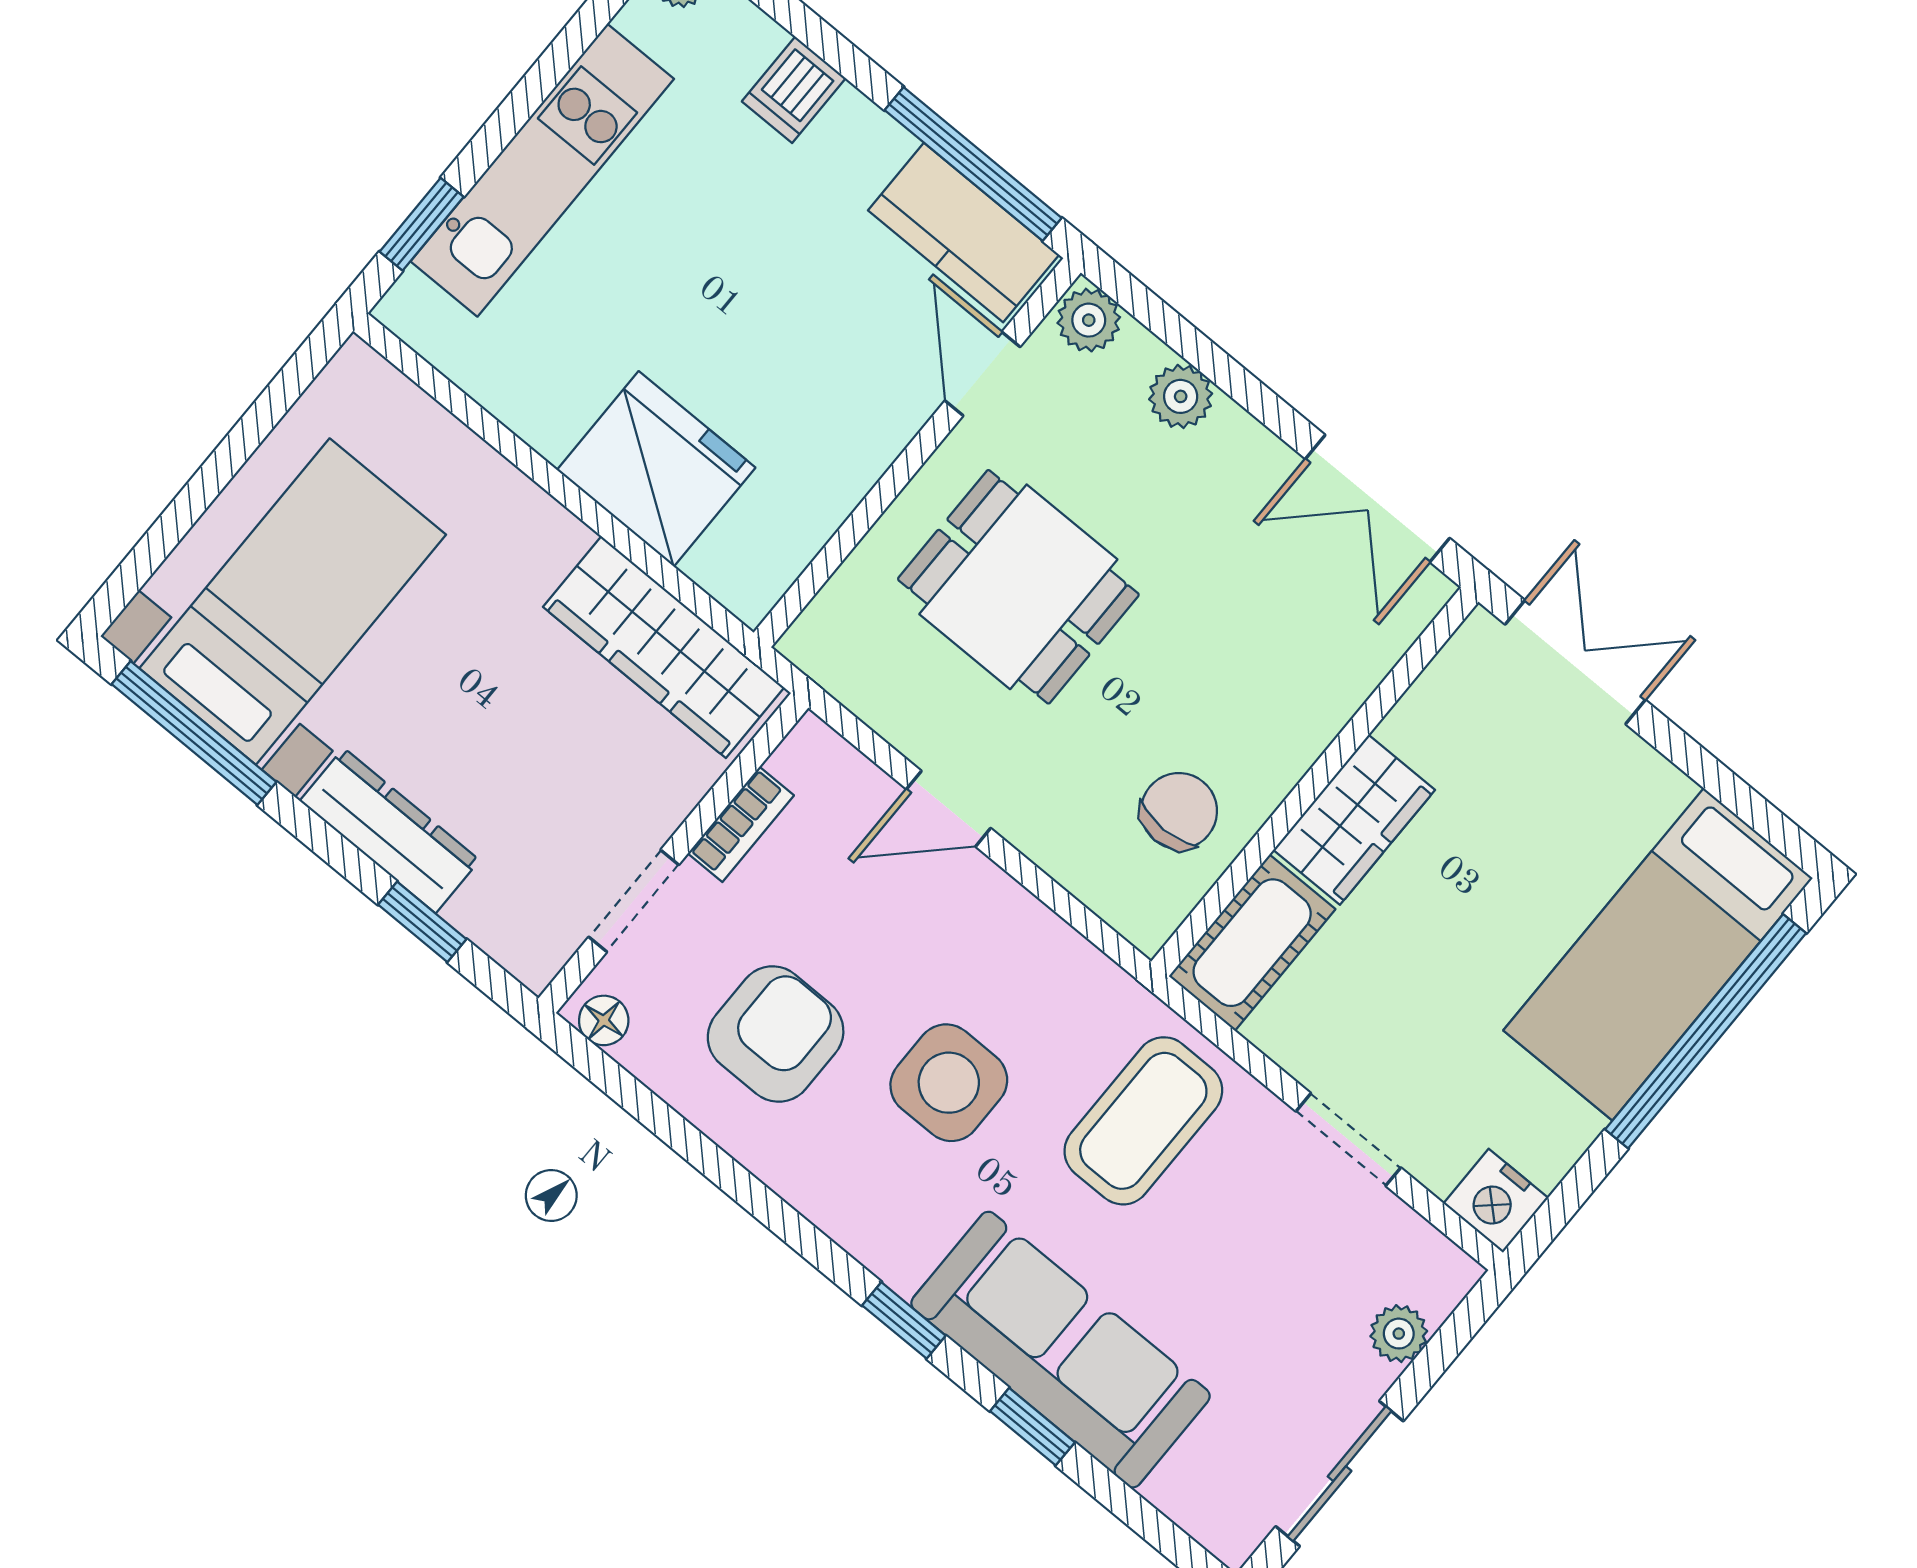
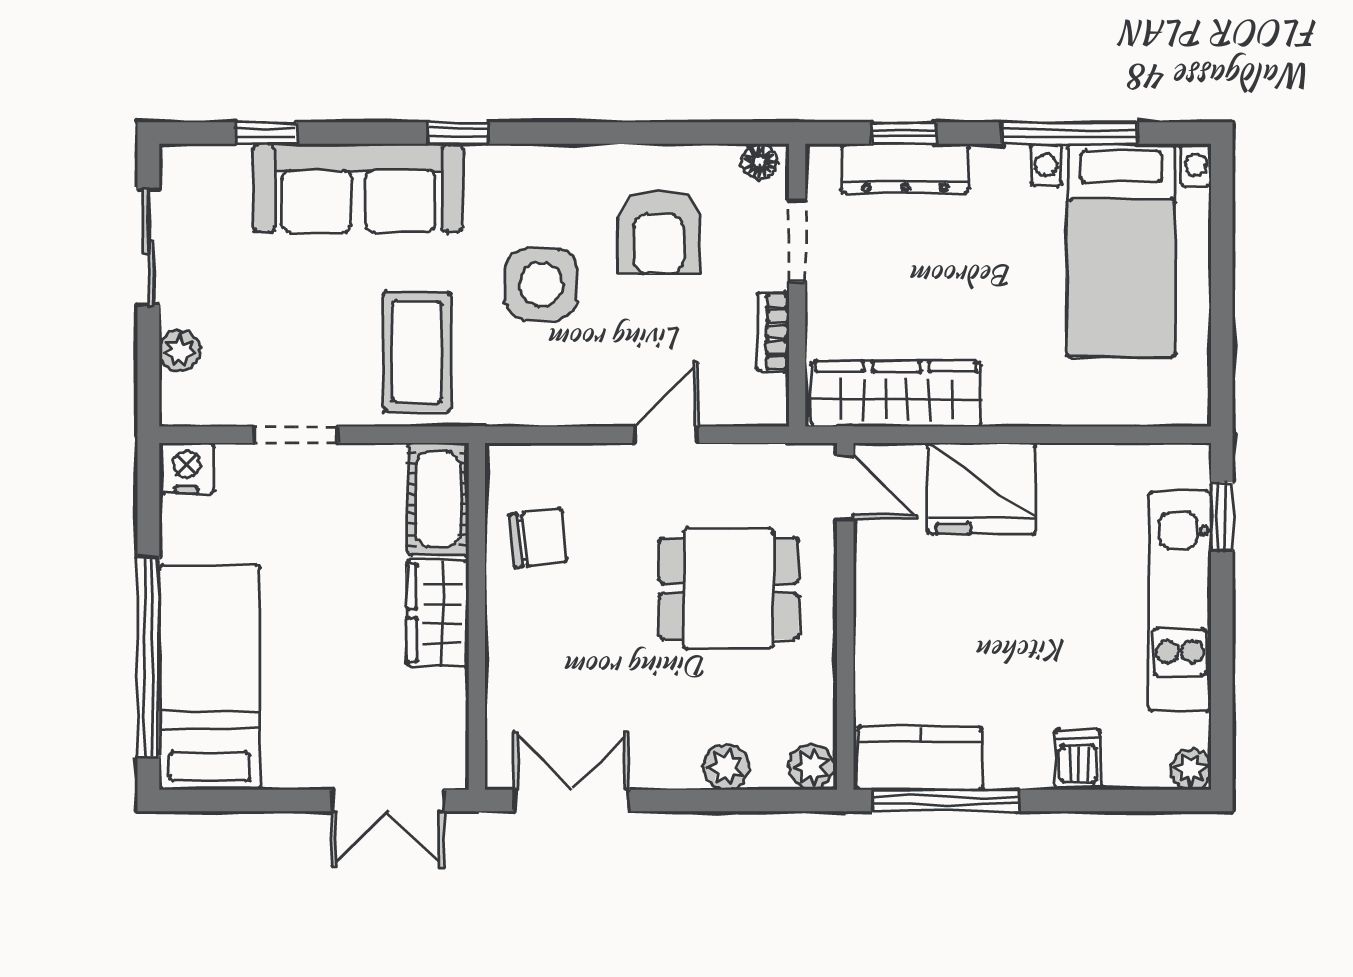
door: (982, 374) -> (845, 487), moved
window: (194, 733) -> (1070, 133), moved
chair: (1179, 811) -> (538, 538), turned -96
dresser: (390, 831) -> (905, 168), moved
window: (1032, 1427) -> (266, 133), moved

